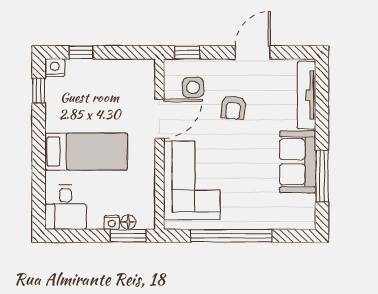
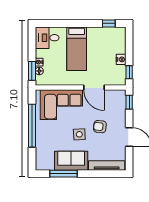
window: (81, 52) -> (129, 72), moved
nightstand: (55, 68) -> (121, 59), moved
side table: (193, 87) -> (79, 134), moved

